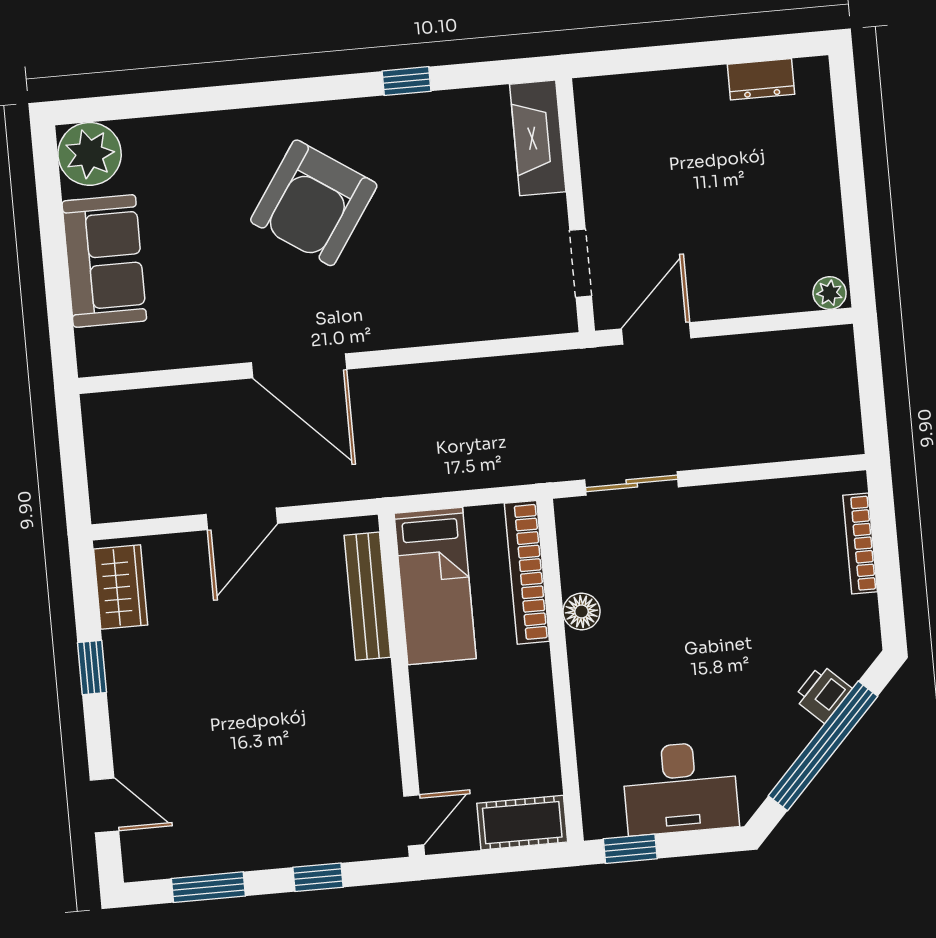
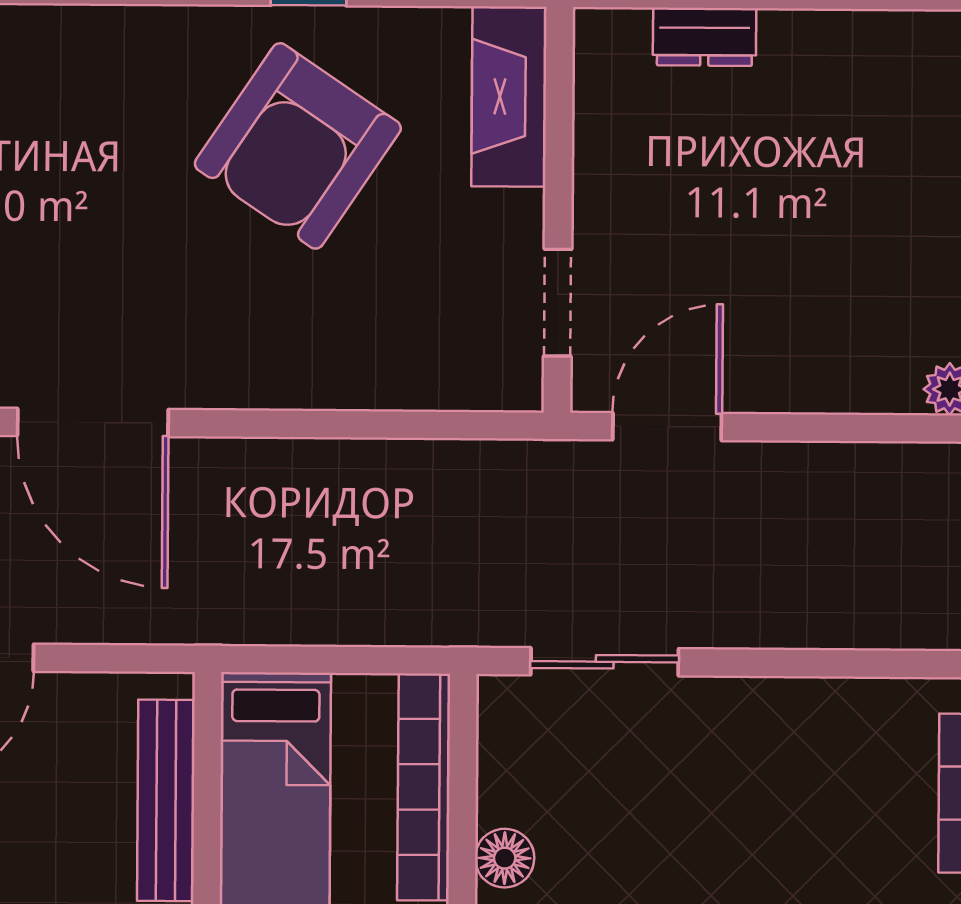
dresser: (761, 79) -> (704, 37), moved
armchair: (314, 203) -> (298, 146), moved

